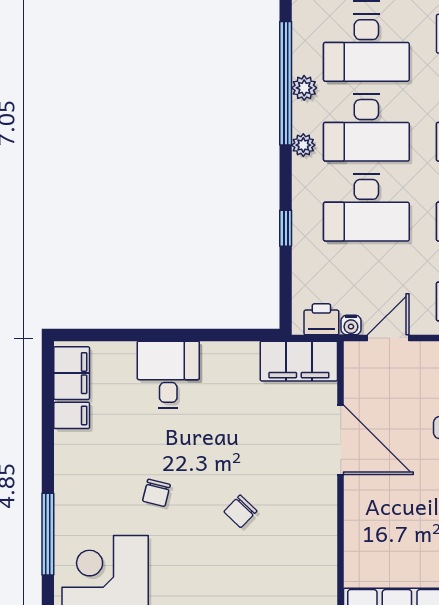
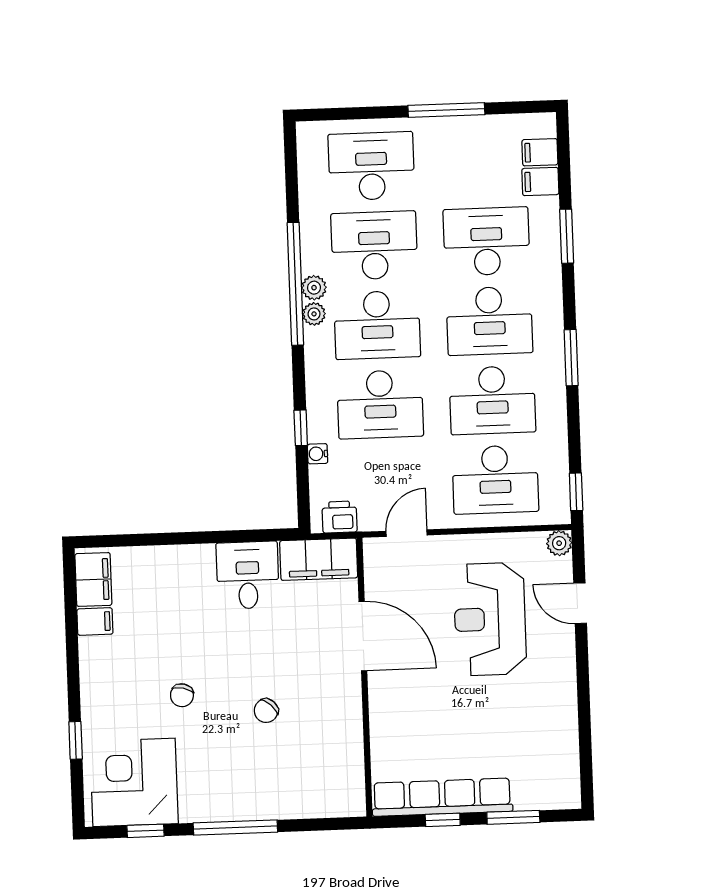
desk: (366, 48) -> (374, 246), turned 180
plant: (303, 145) -> (314, 314), moved
water cooler: (351, 325) -> (318, 454), moved, turned 90
desk: (168, 374) -> (248, 575), moved
window: (48, 534) -> (76, 740), width x0.46

